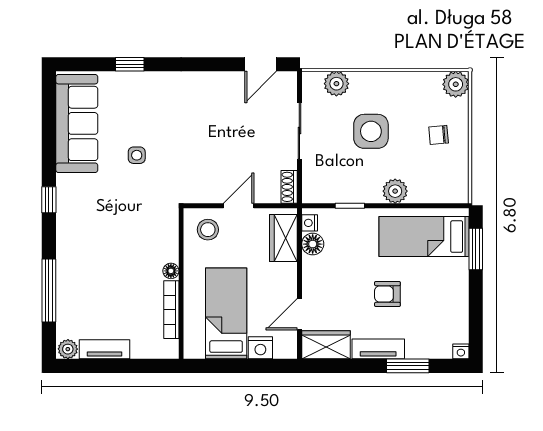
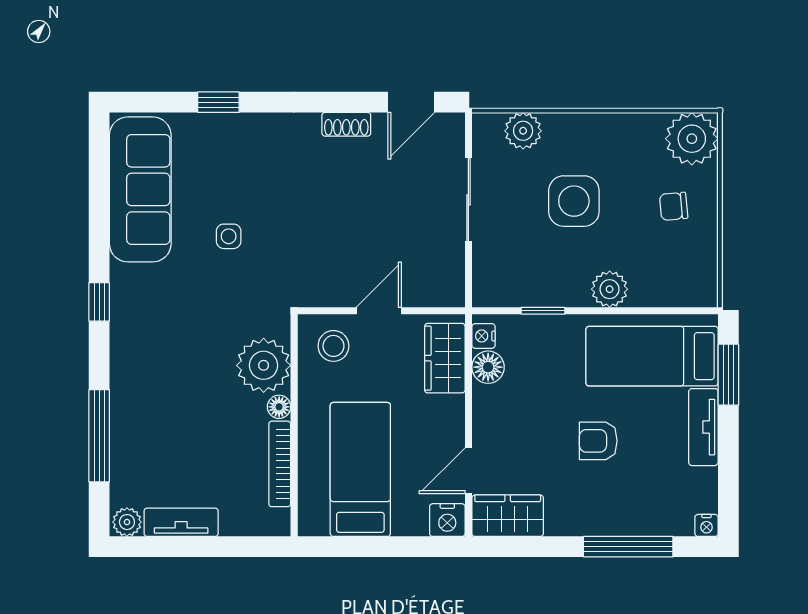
plant: (456, 84) -> (692, 139), width x1.36, depth x1.36
shoe rack: (289, 187) -> (346, 124), moved, turned -90
plant: (160, 243) -> (264, 365), added
nightstand: (260, 348) -> (447, 520), moved
tv unit: (378, 349) -> (703, 427), moved, turned -90
window: (408, 366) -> (628, 547), width x1.44

